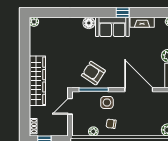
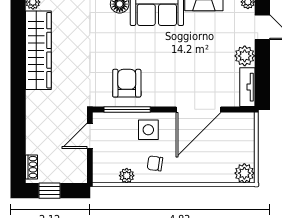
armchair: (93, 73) -> (127, 83), turned 57
wardrobe: (37, 81) -> (38, 50), moved
door: (139, 90) -> (198, 109), swing flipped

